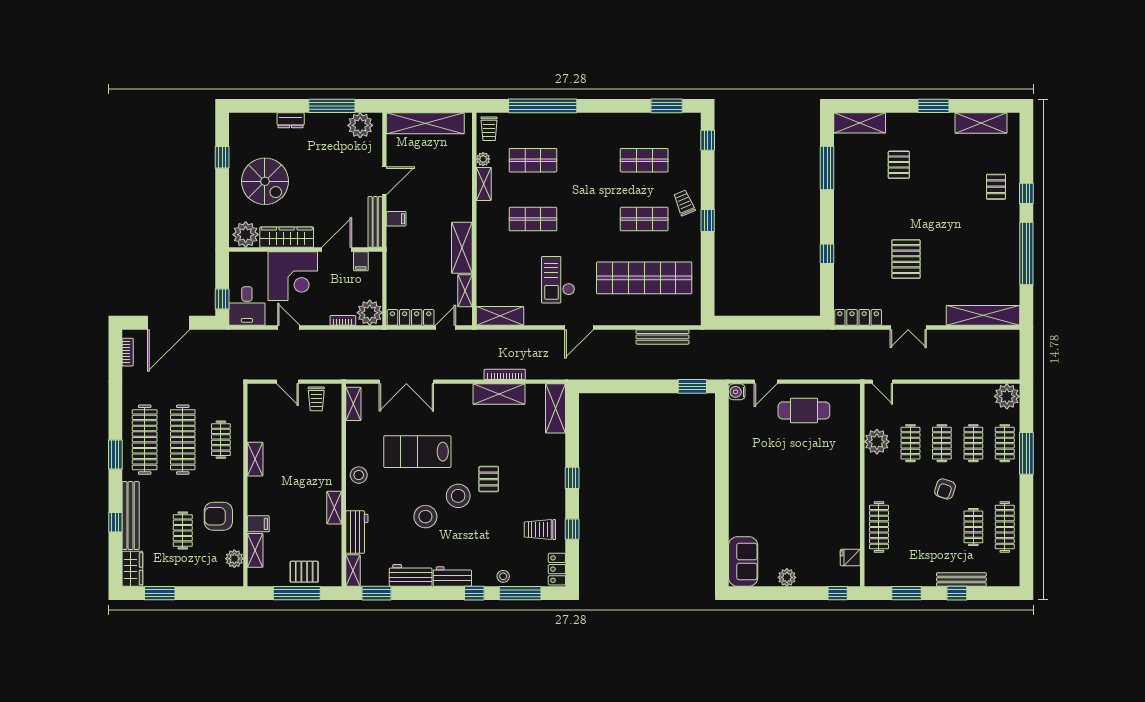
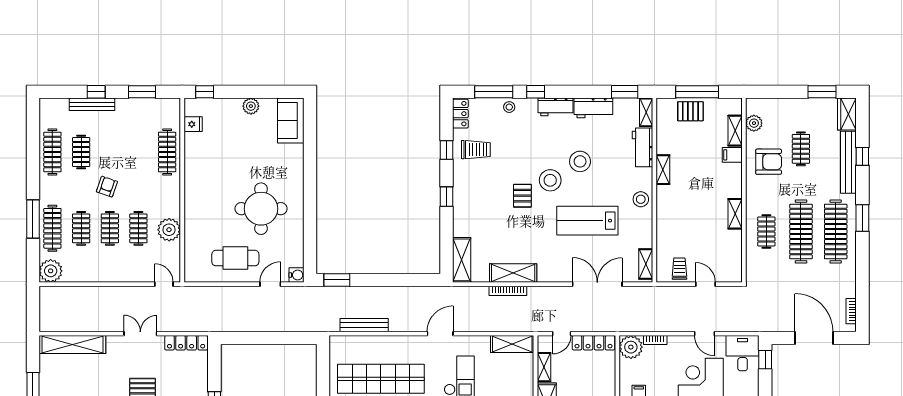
door: (169, 323) -> (814, 338), hinge flipped
clothes rail: (1005, 443) -> (52, 228), width x1.36
lab bench: (417, 452) -> (587, 221), turned 180
round table: (776, 465) -> (261, 209), added

